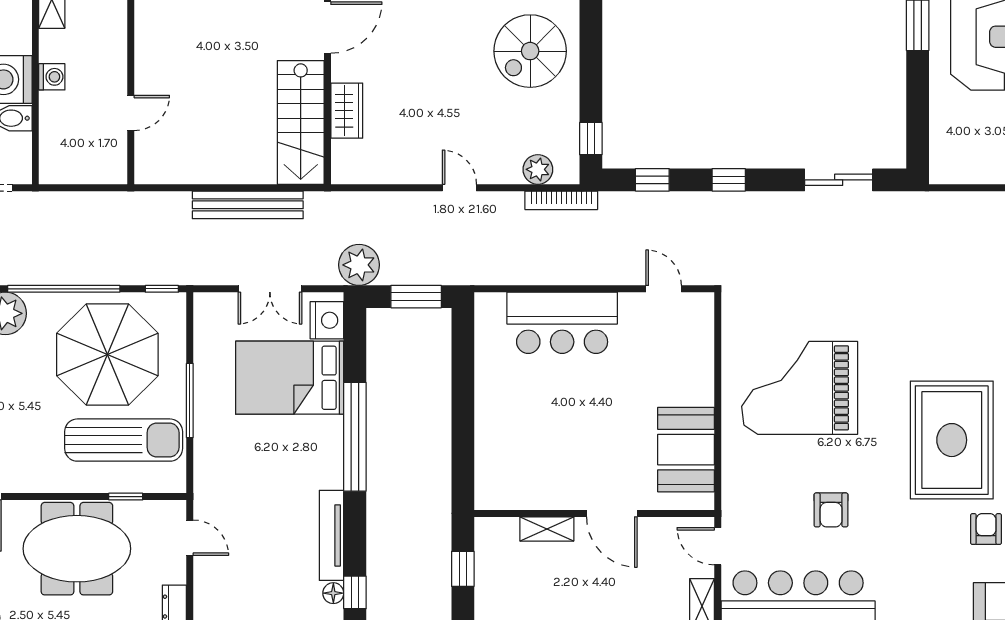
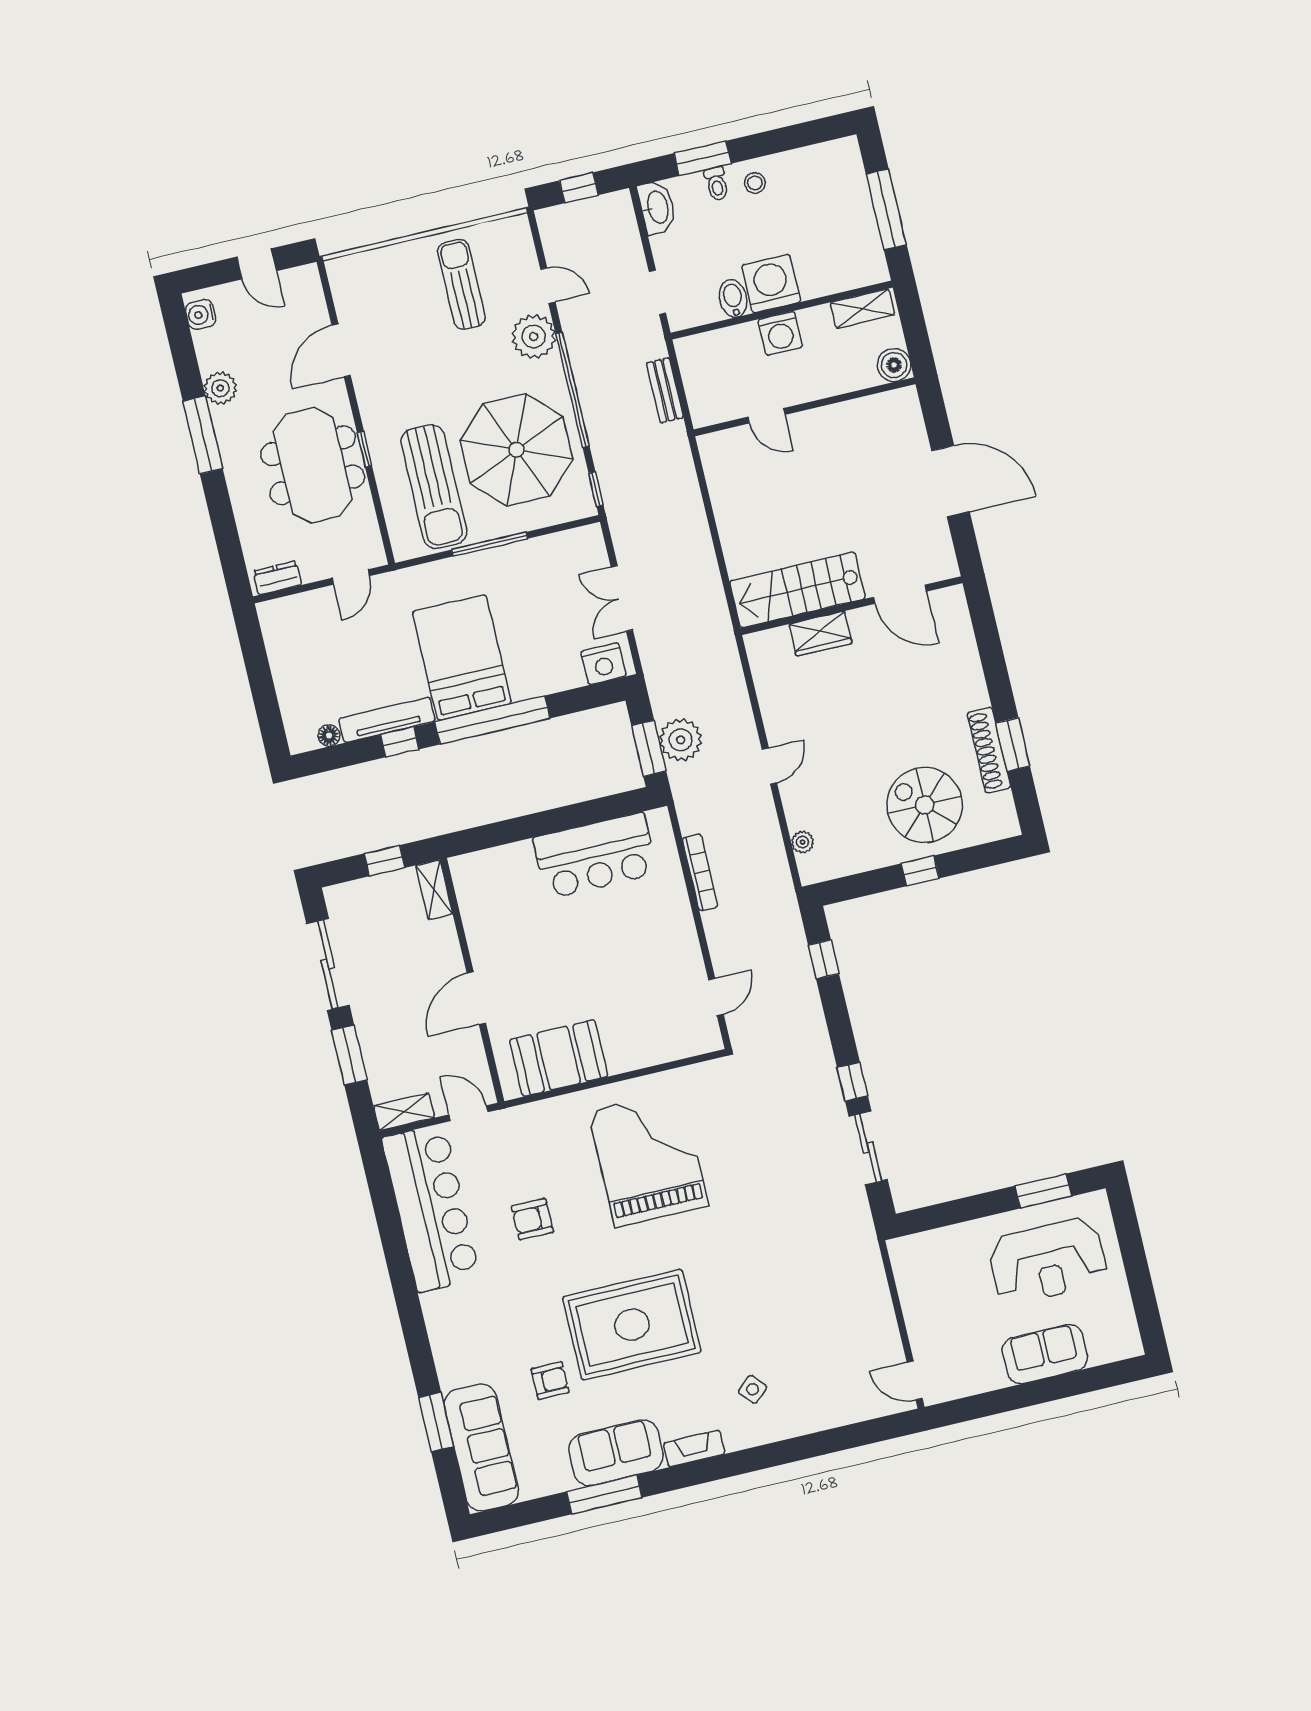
washing machine: (52, 77) -> (780, 333), width x1.38, depth x1.38
window: (591, 139) -> (920, 871), moved
plant: (538, 169) -> (803, 842), width x0.73, depth x0.73
window: (729, 180) -> (852, 1082), moved
bookcase: (561, 200) -> (700, 872), moved, turned 180
bench: (248, 205) -> (665, 390), moved, width x0.54, depth x0.82
plant: (359, 265) -> (681, 740), moved
bar counter: (562, 323) -> (595, 856), moved, turned -90
bed: (290, 378) -> (462, 657), moved
window: (126, 497) -> (365, 449), moved
shelving: (547, 529) -> (434, 890), moved
door: (718, 546) -> (468, 1113), hinge flipped
window: (355, 592) -> (400, 742), moved

